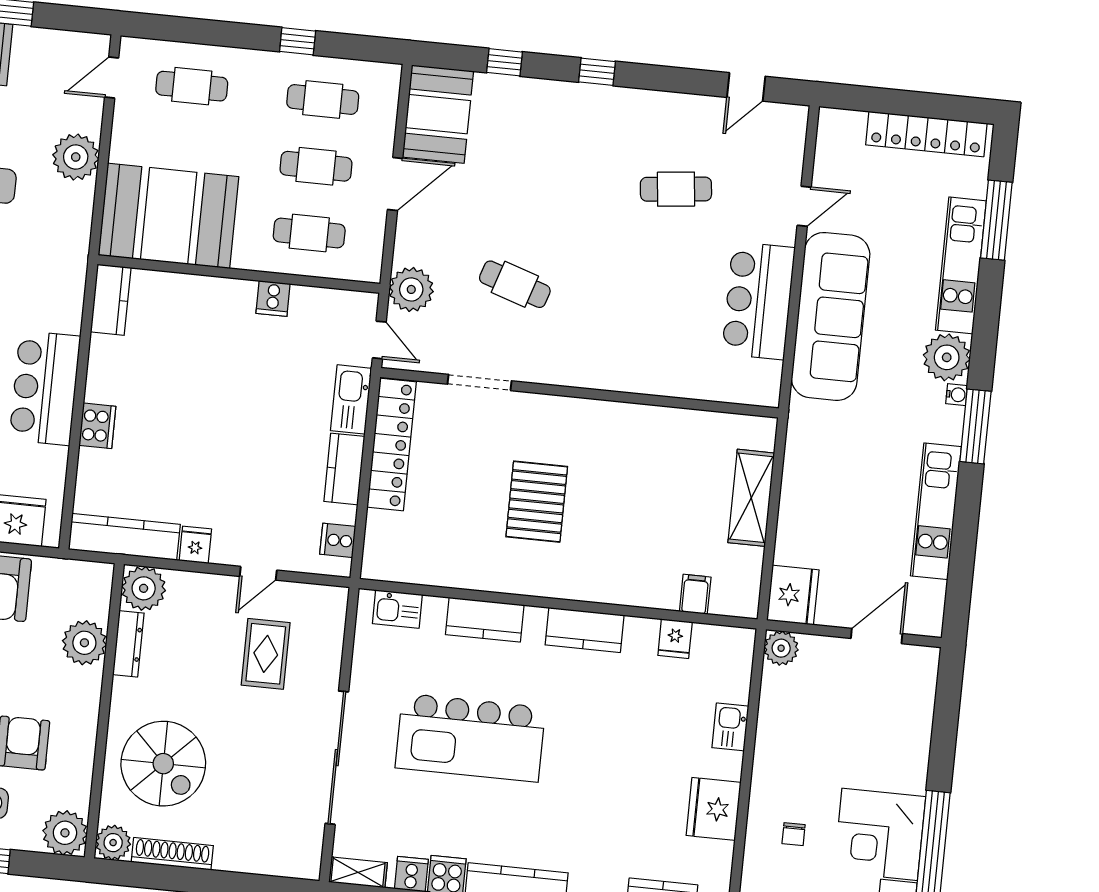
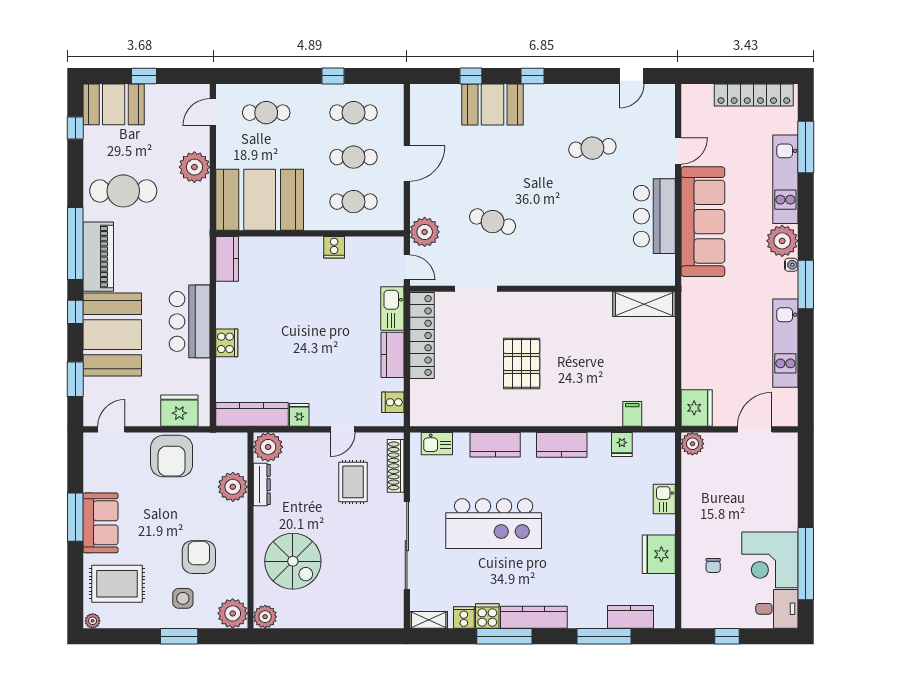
booth: (438, 114) -> (492, 104), moved, turned 90
shelving: (751, 498) -> (644, 304), moved, turned 90
shoe rack: (172, 854) -> (396, 466), moved, turned -90

